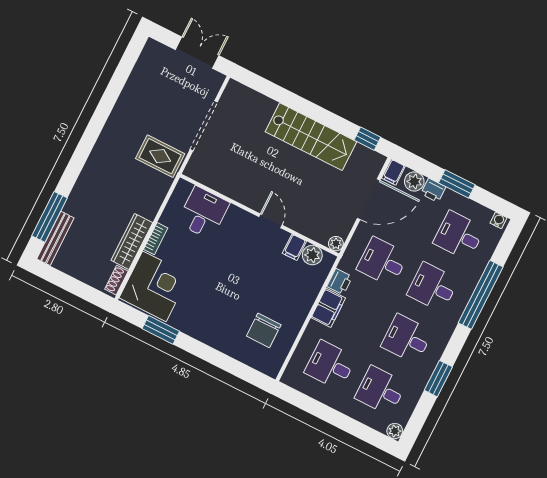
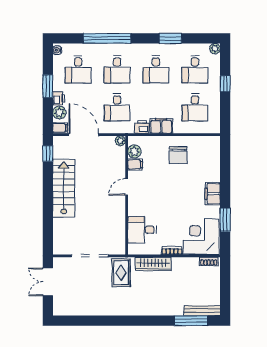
wardrobe: (132, 242) -> (153, 264), moved
chair: (264, 330) -> (178, 155), moved, turned 90
filing cabinet: (204, 331) -> (213, 194), added
window: (341, 421) -> (225, 84), added

